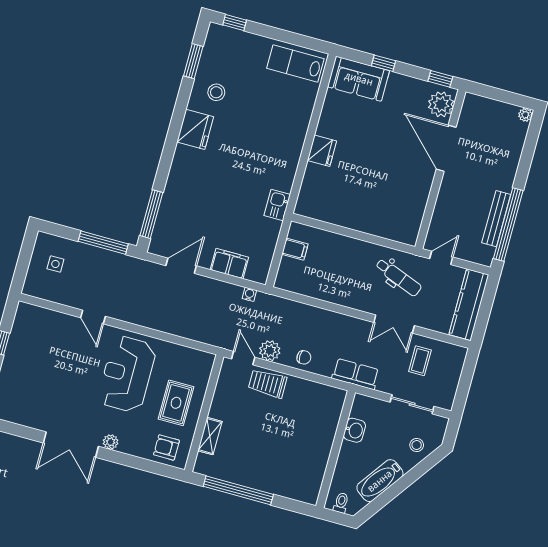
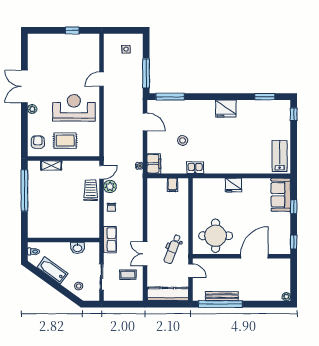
stool: (216, 92) -> (183, 140), moved
plant: (441, 104) -> (279, 246), removed
round table: (396, 202) -> (216, 236), added
filing cabinet: (229, 264) -> (154, 164), moved

